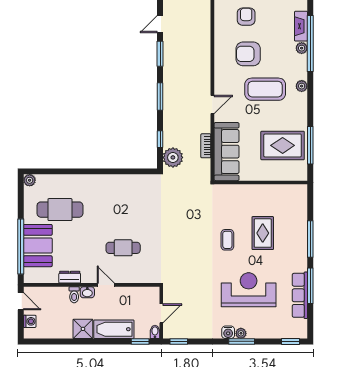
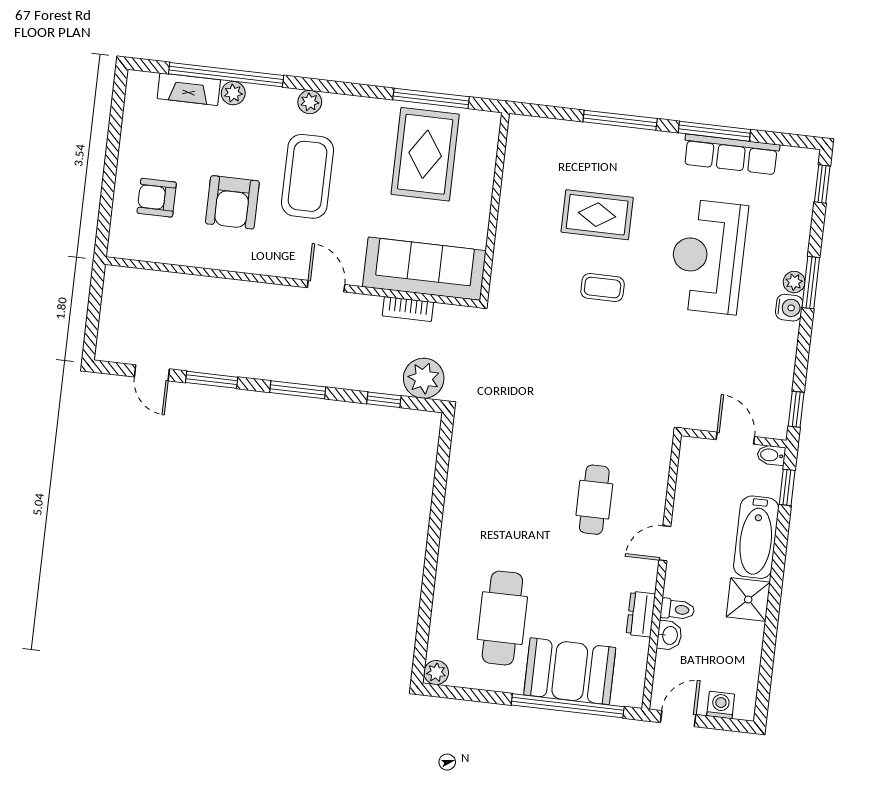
washbasin: (87, 292) -> (669, 635), moved

